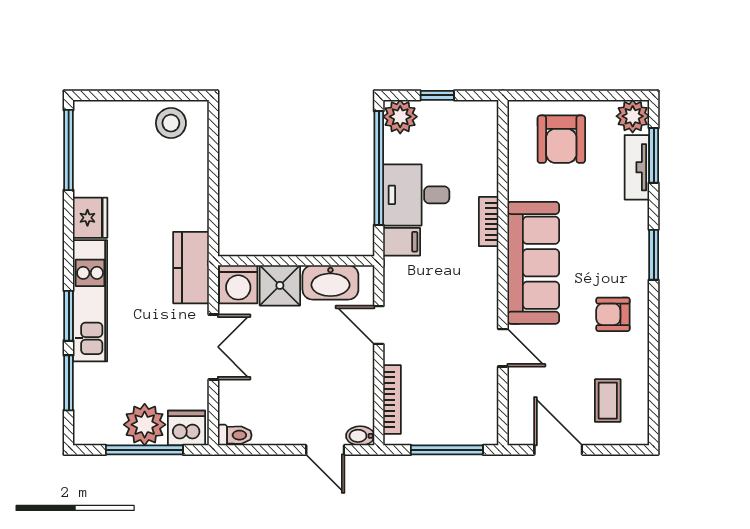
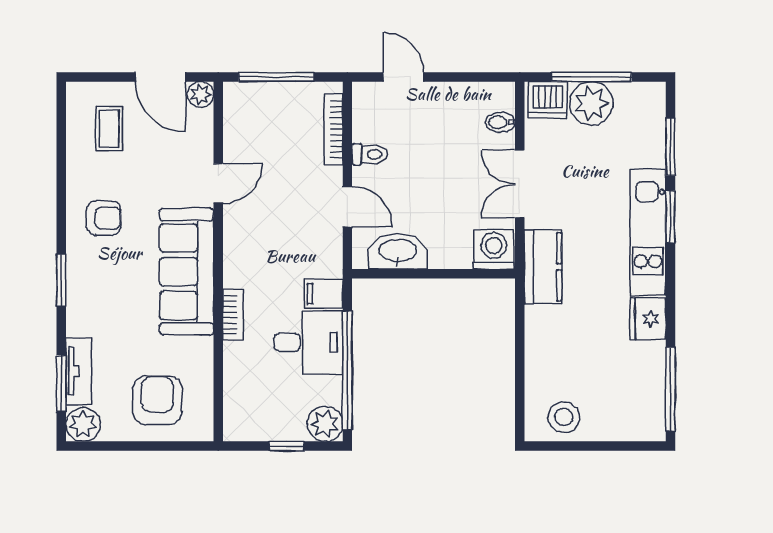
shower: (280, 285) -> (450, 248), removed
door: (503, 348) -> (218, 183), swing flipped
plant: (520, 433) -> (201, 94), added
toilet: (235, 435) -> (370, 154), moved, turned 180
bidet: (360, 436) -> (500, 122), moved, turned 180

